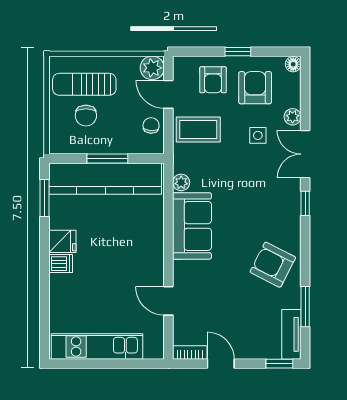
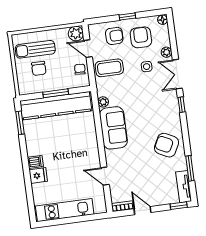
armchair: (213, 80) -> (114, 36), turned -91
fridge: (62, 241) -> (38, 175), moved

